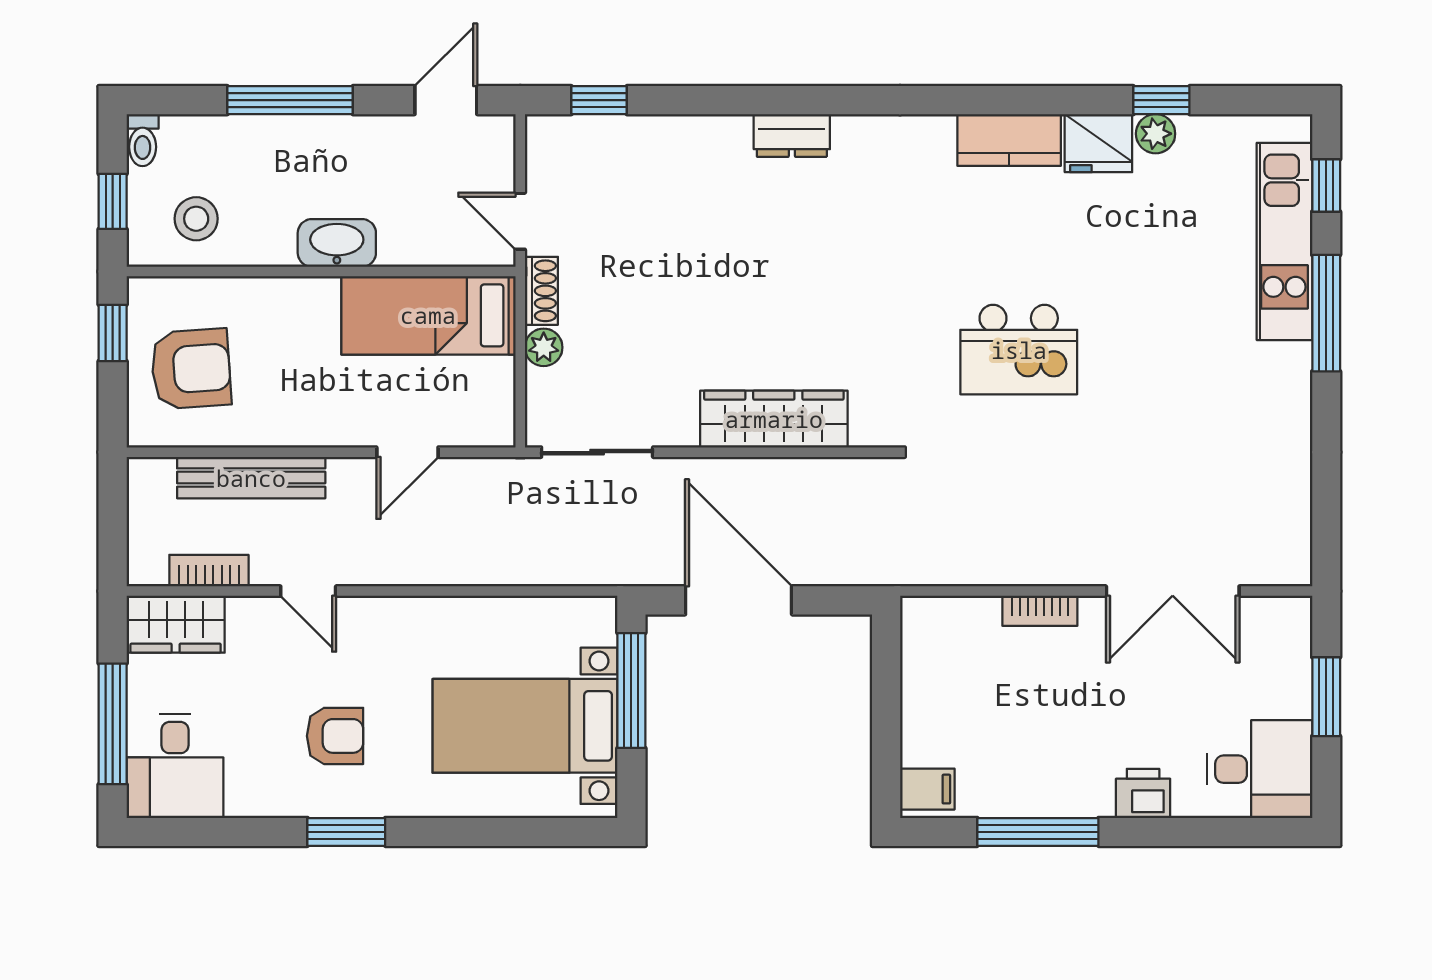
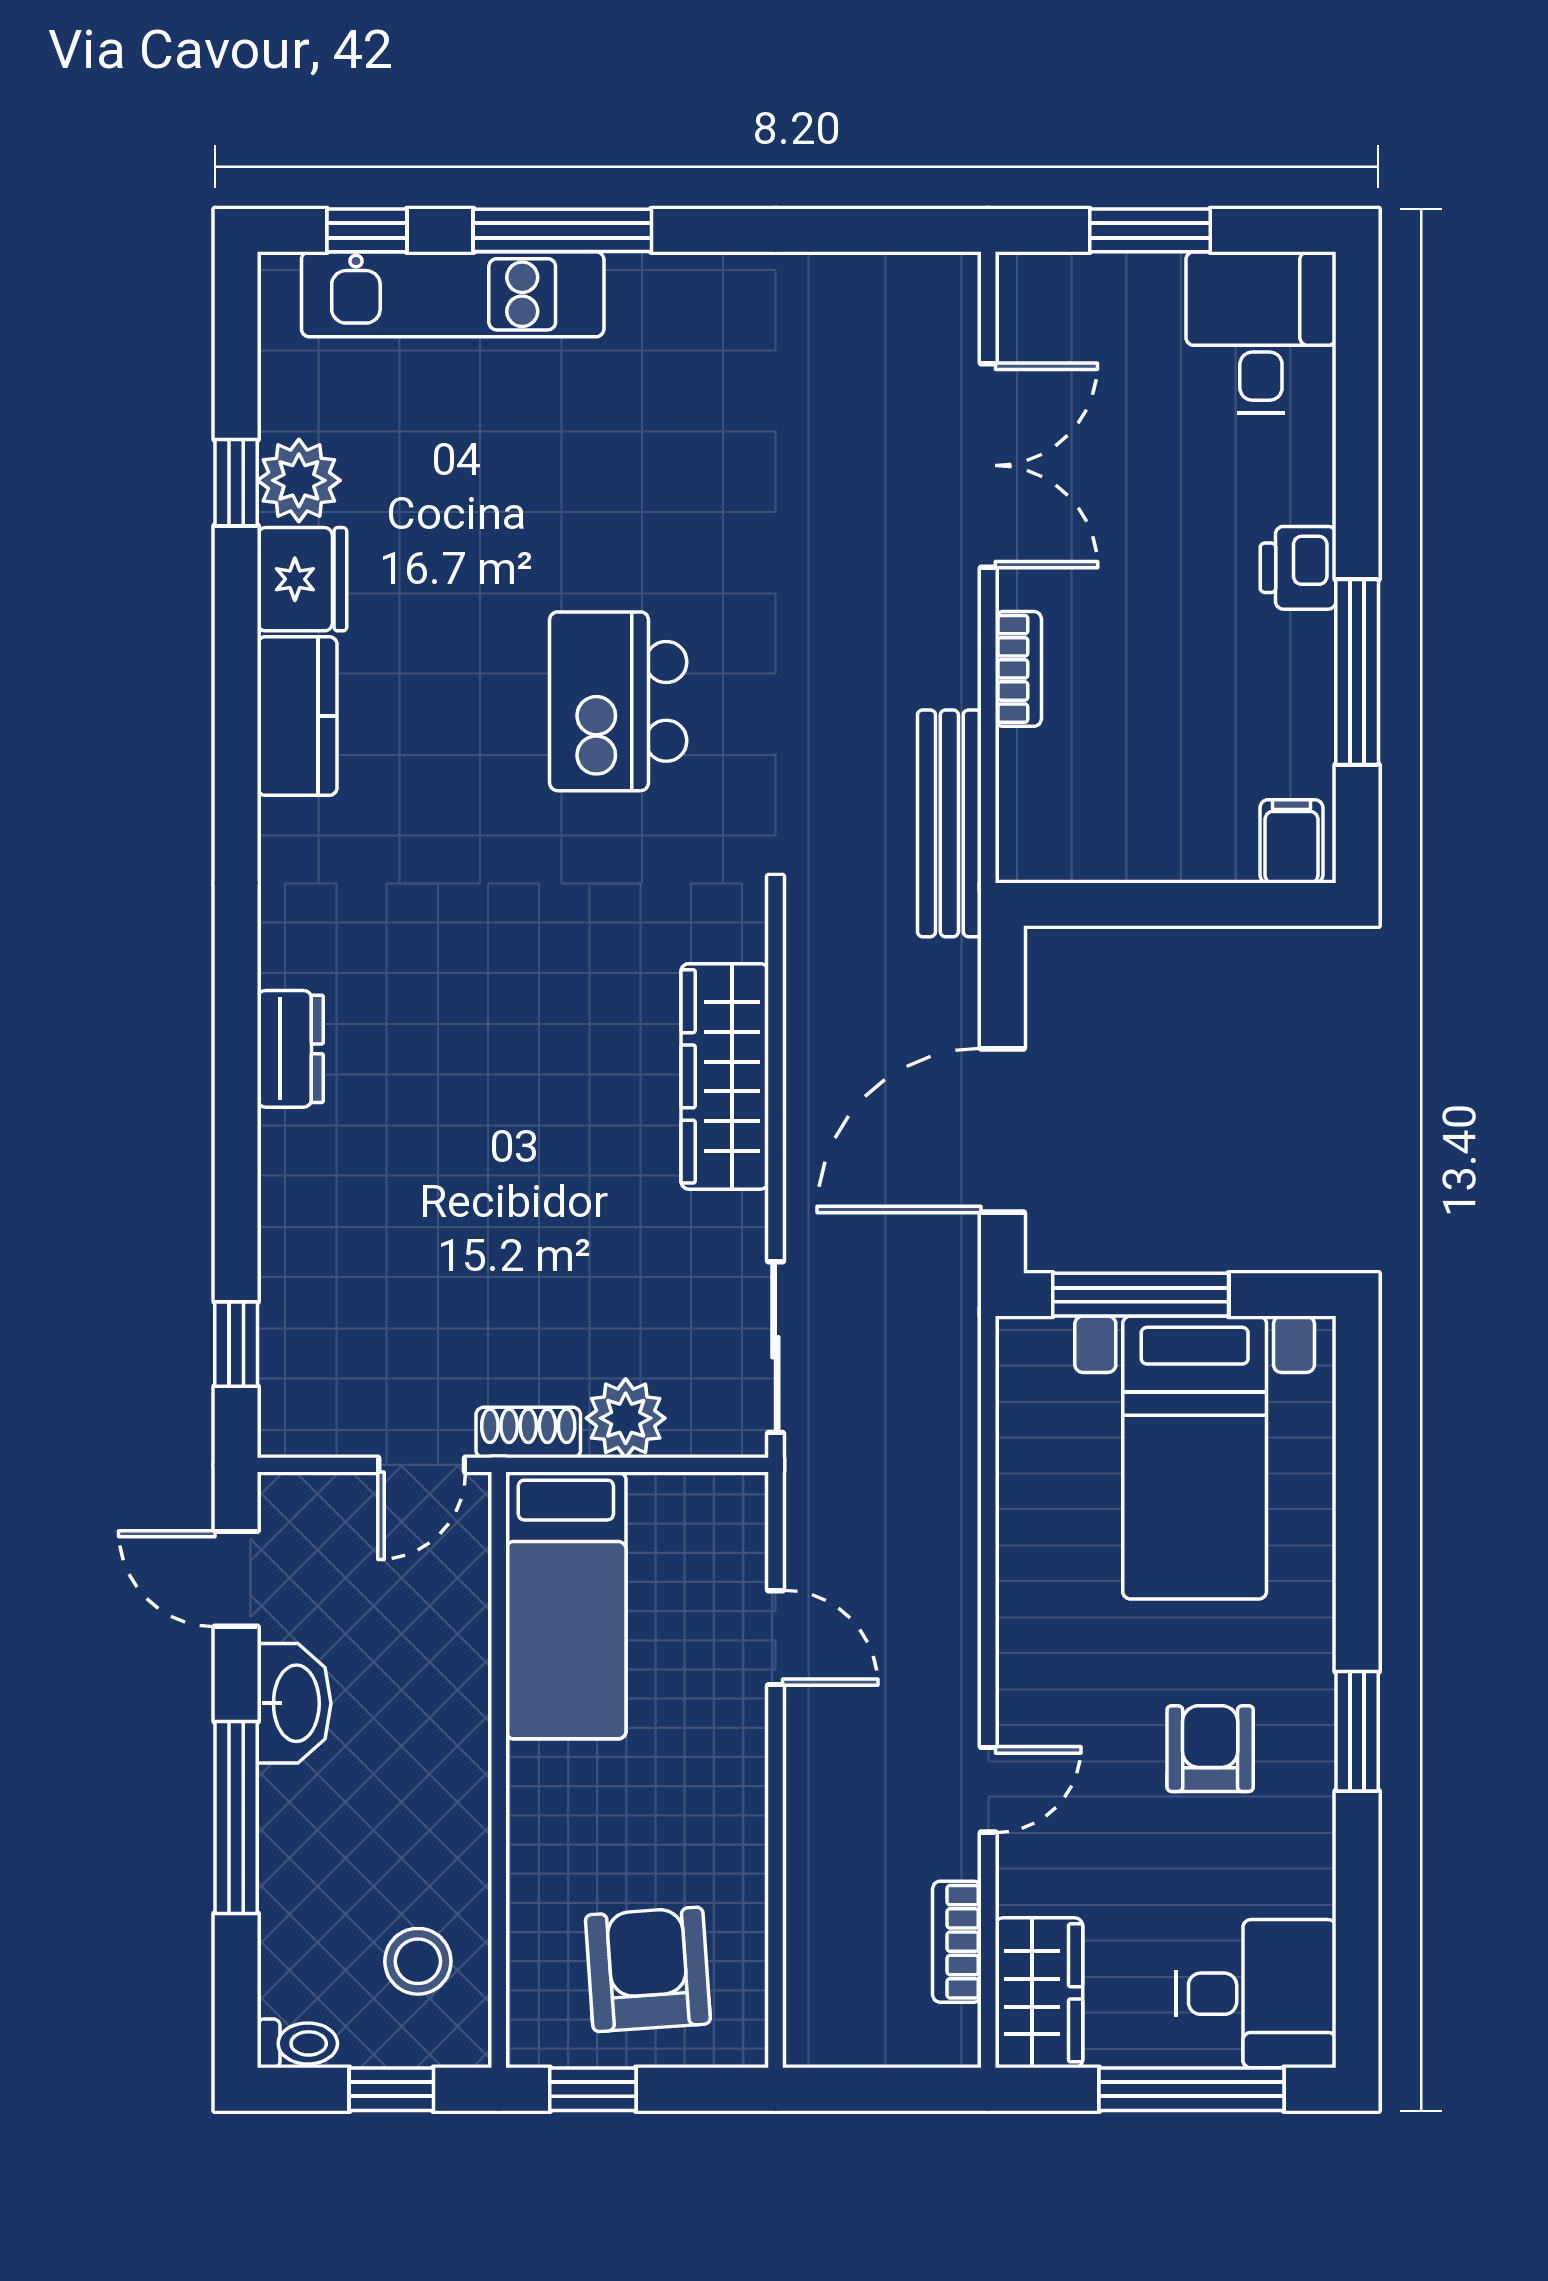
plant: (1156, 134) -> (299, 480), width x1.38, depth x1.38
washbasin: (337, 243) -> (294, 1703), moved, turned 180
plant: (544, 347) -> (626, 1418), width x1.38, depth x1.38
kitchen island: (1019, 350) -> (618, 701), turned 180
bench: (251, 478) -> (949, 823), moved
printer: (1143, 793) -> (1298, 568), moved

